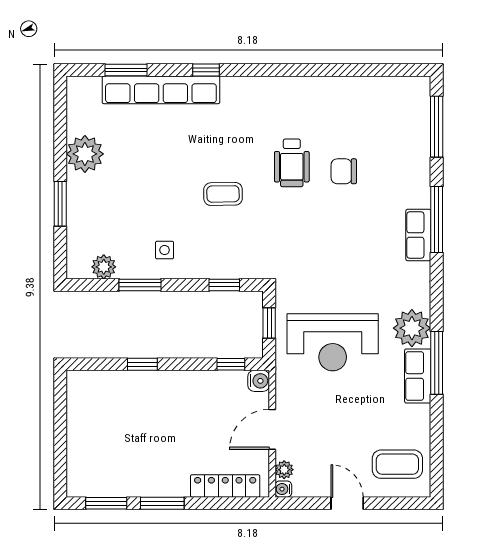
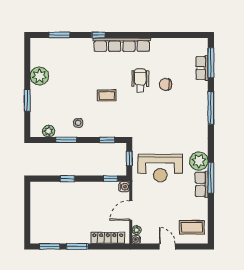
row of seats: (161, 90) -> (122, 45), moved
wheelchair: (292, 163) -> (140, 80), turned 180
row of seats: (418, 235) -> (202, 68), moved

